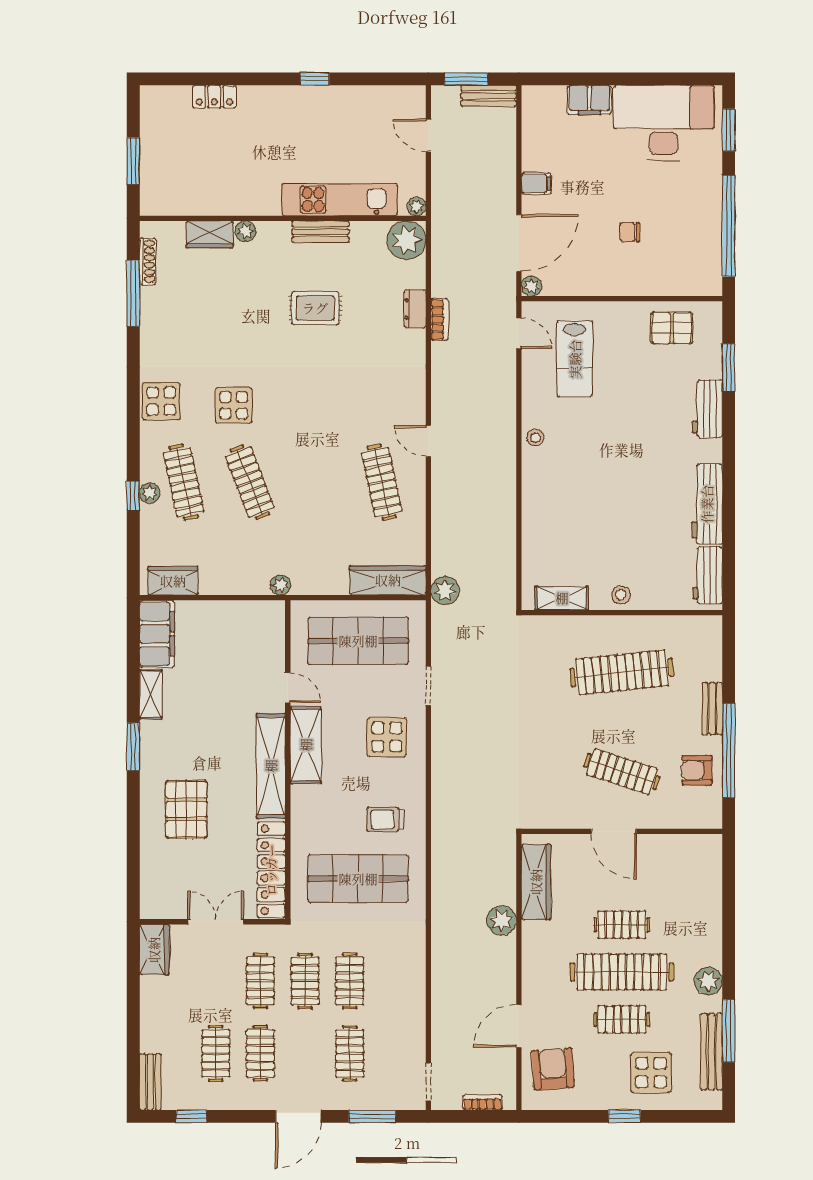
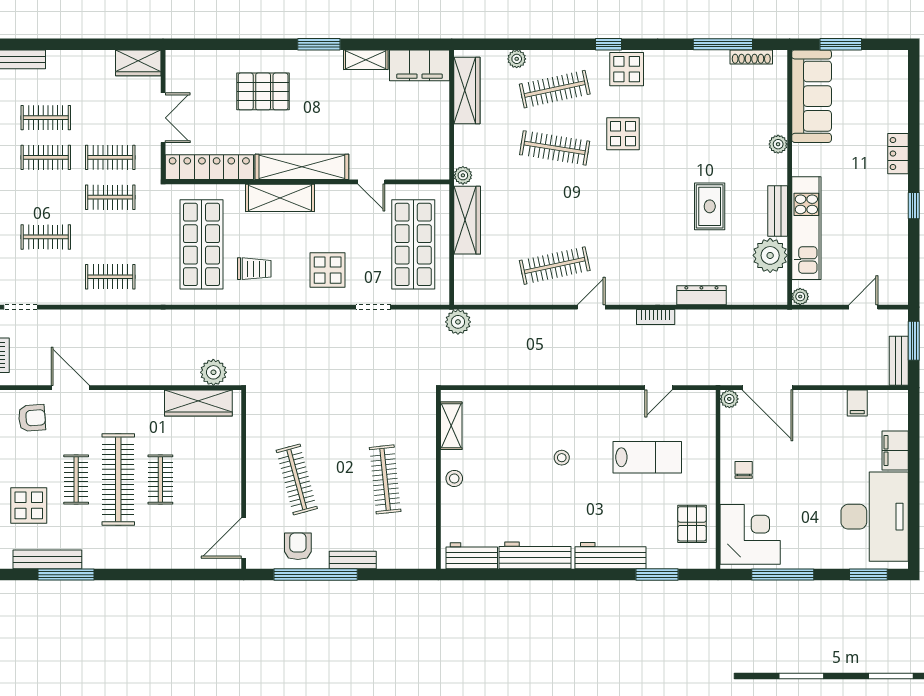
locker: (214, 97) -> (898, 154), moved
filing cabinet: (536, 183) -> (857, 403), moved
sofa: (192, 194) -> (812, 96), added
window: (729, 226) -> (783, 575), width x0.68
chair: (630, 232) -> (744, 470), moved
wardrobe: (210, 234) -> (775, 112), removed
plant: (407, 240) -> (770, 255), moved
corner desk: (683, 263) -> (750, 534), added
dresser: (415, 309) -> (701, 295), width x1.44
bookcase: (439, 320) -> (656, 317), moved
door: (519, 333) -> (658, 388), moved
lab bench: (575, 359) -> (647, 457), moved, turned 180
workbench: (707, 409) -> (611, 556), width x1.38
stool: (535, 438) -> (562, 458), moved
clothes rail: (250, 482) -> (555, 148), turned 30
plant: (150, 493) -> (517, 59), moved
window: (133, 496) -> (609, 44), moved
wardrobe: (388, 580) -> (467, 220), moved
wardrobe: (173, 581) -> (467, 91), width x1.50
clothes rail: (622, 672) -> (385, 479), width x0.73, depth x0.76
door: (288, 688) -> (371, 182), hinge flipped
shelving: (306, 745) -> (280, 198), moved
clothes rail: (622, 772) -> (297, 479), turned -33
trolley: (385, 819) -> (254, 269), turned 90
door: (614, 831) -> (244, 538), moved
plant: (502, 920) -> (213, 372), moved
clothes rail: (350, 981) -> (110, 277), moved
plant: (708, 981) -> (110, 556), removed
armchair: (553, 1069) -> (32, 418), width x0.72, depth x0.72

